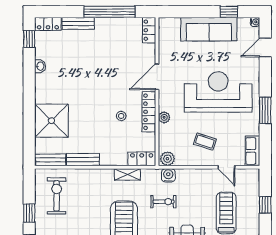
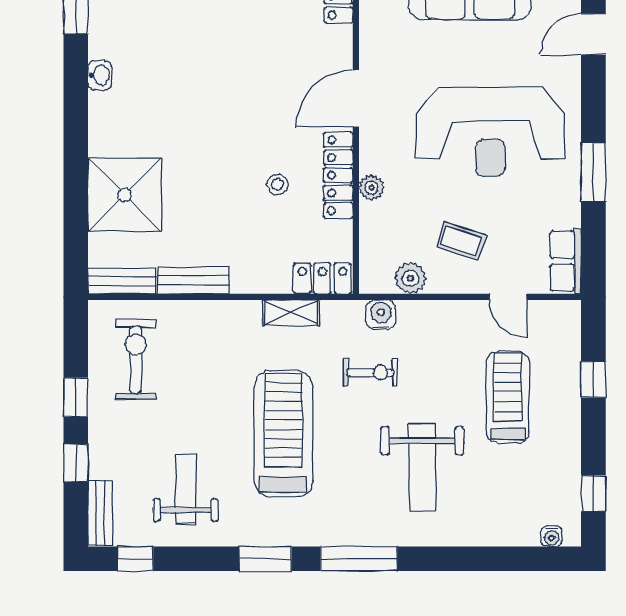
reception desk: (218, 92) -> (490, 132), turned 180
plant: (167, 159) -> (410, 278), moved

